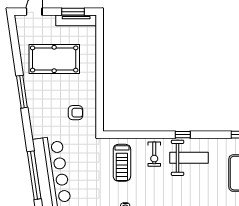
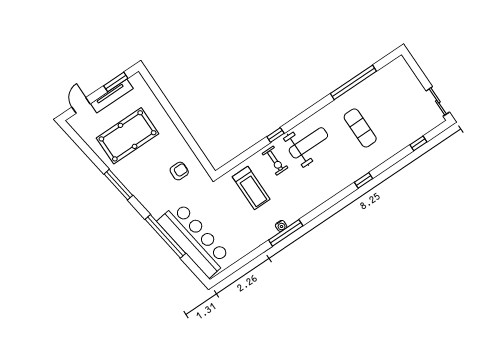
tv unit: (76, 20) -> (112, 96), moved
window: (183, 135) -> (275, 135), moved
window: (34, 175) -> (165, 236), moved

